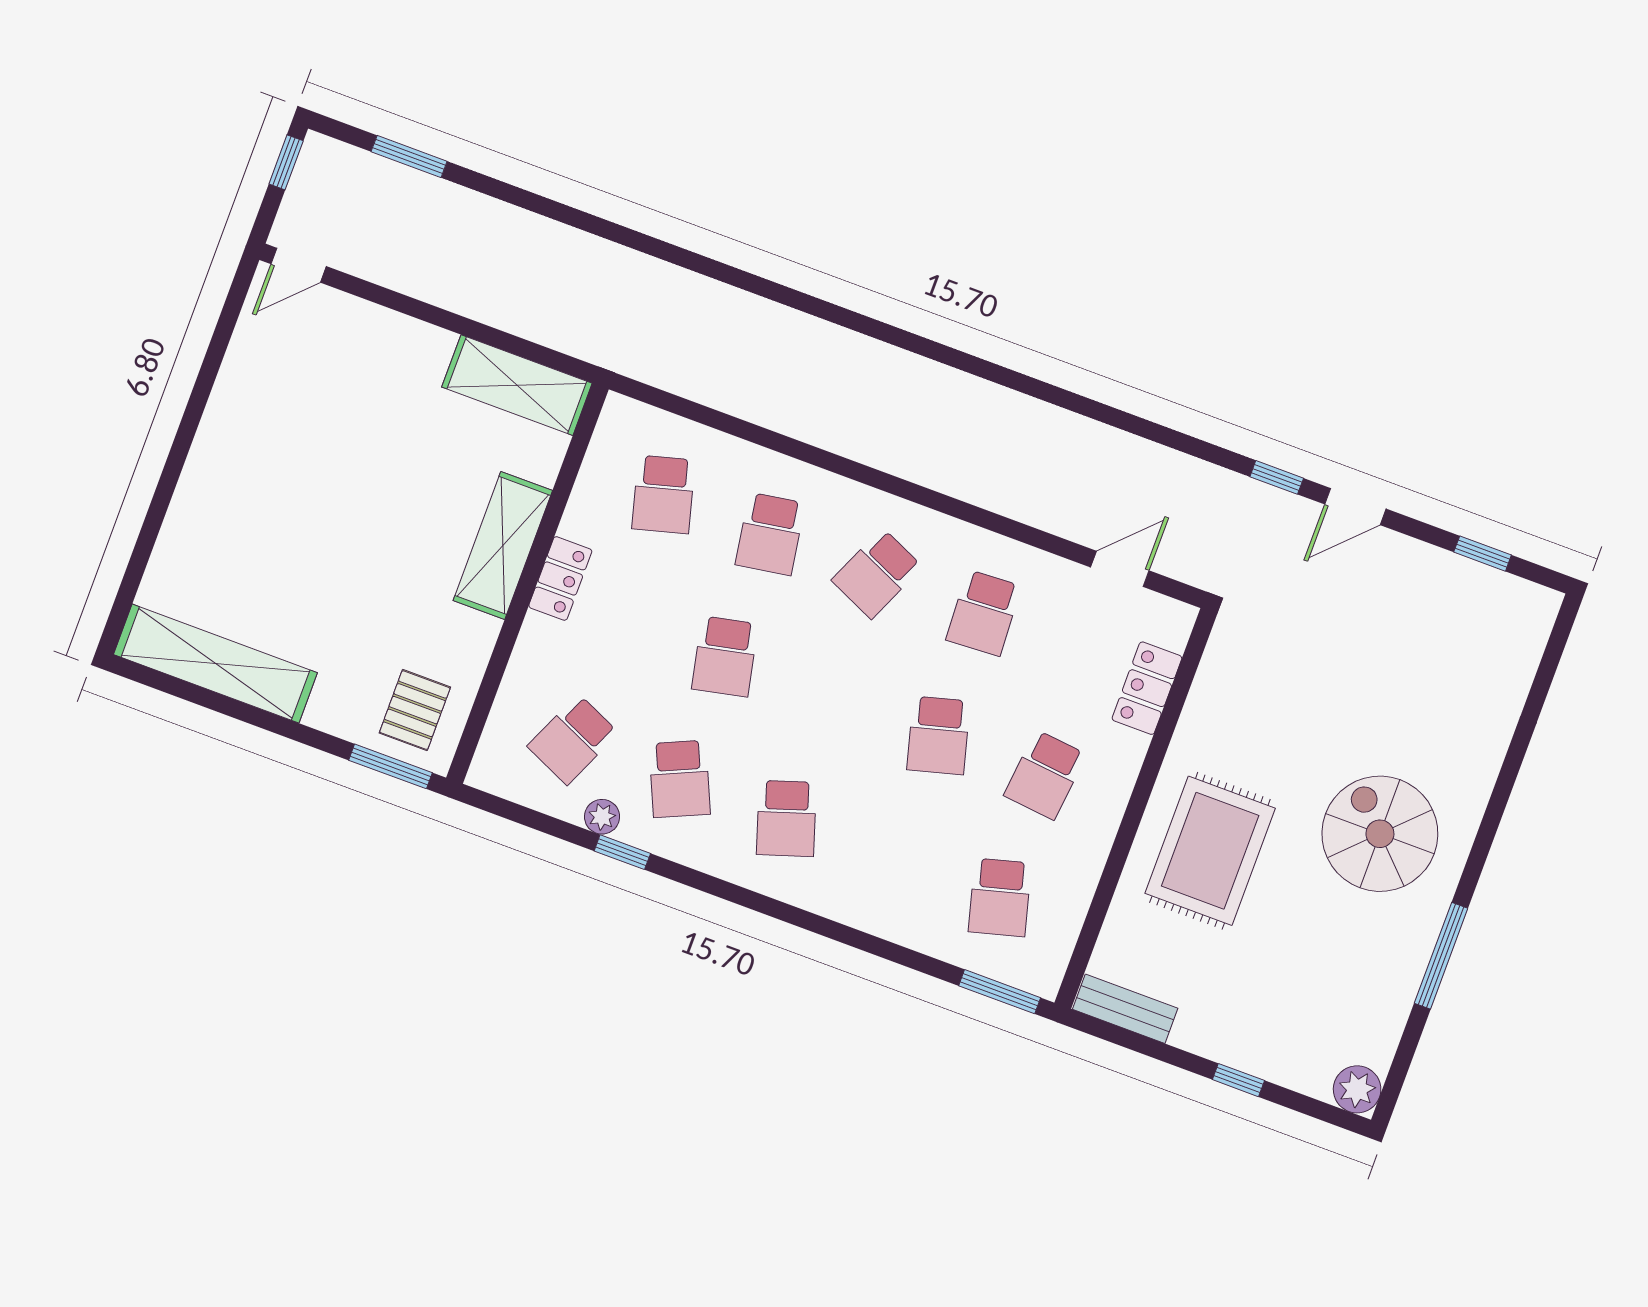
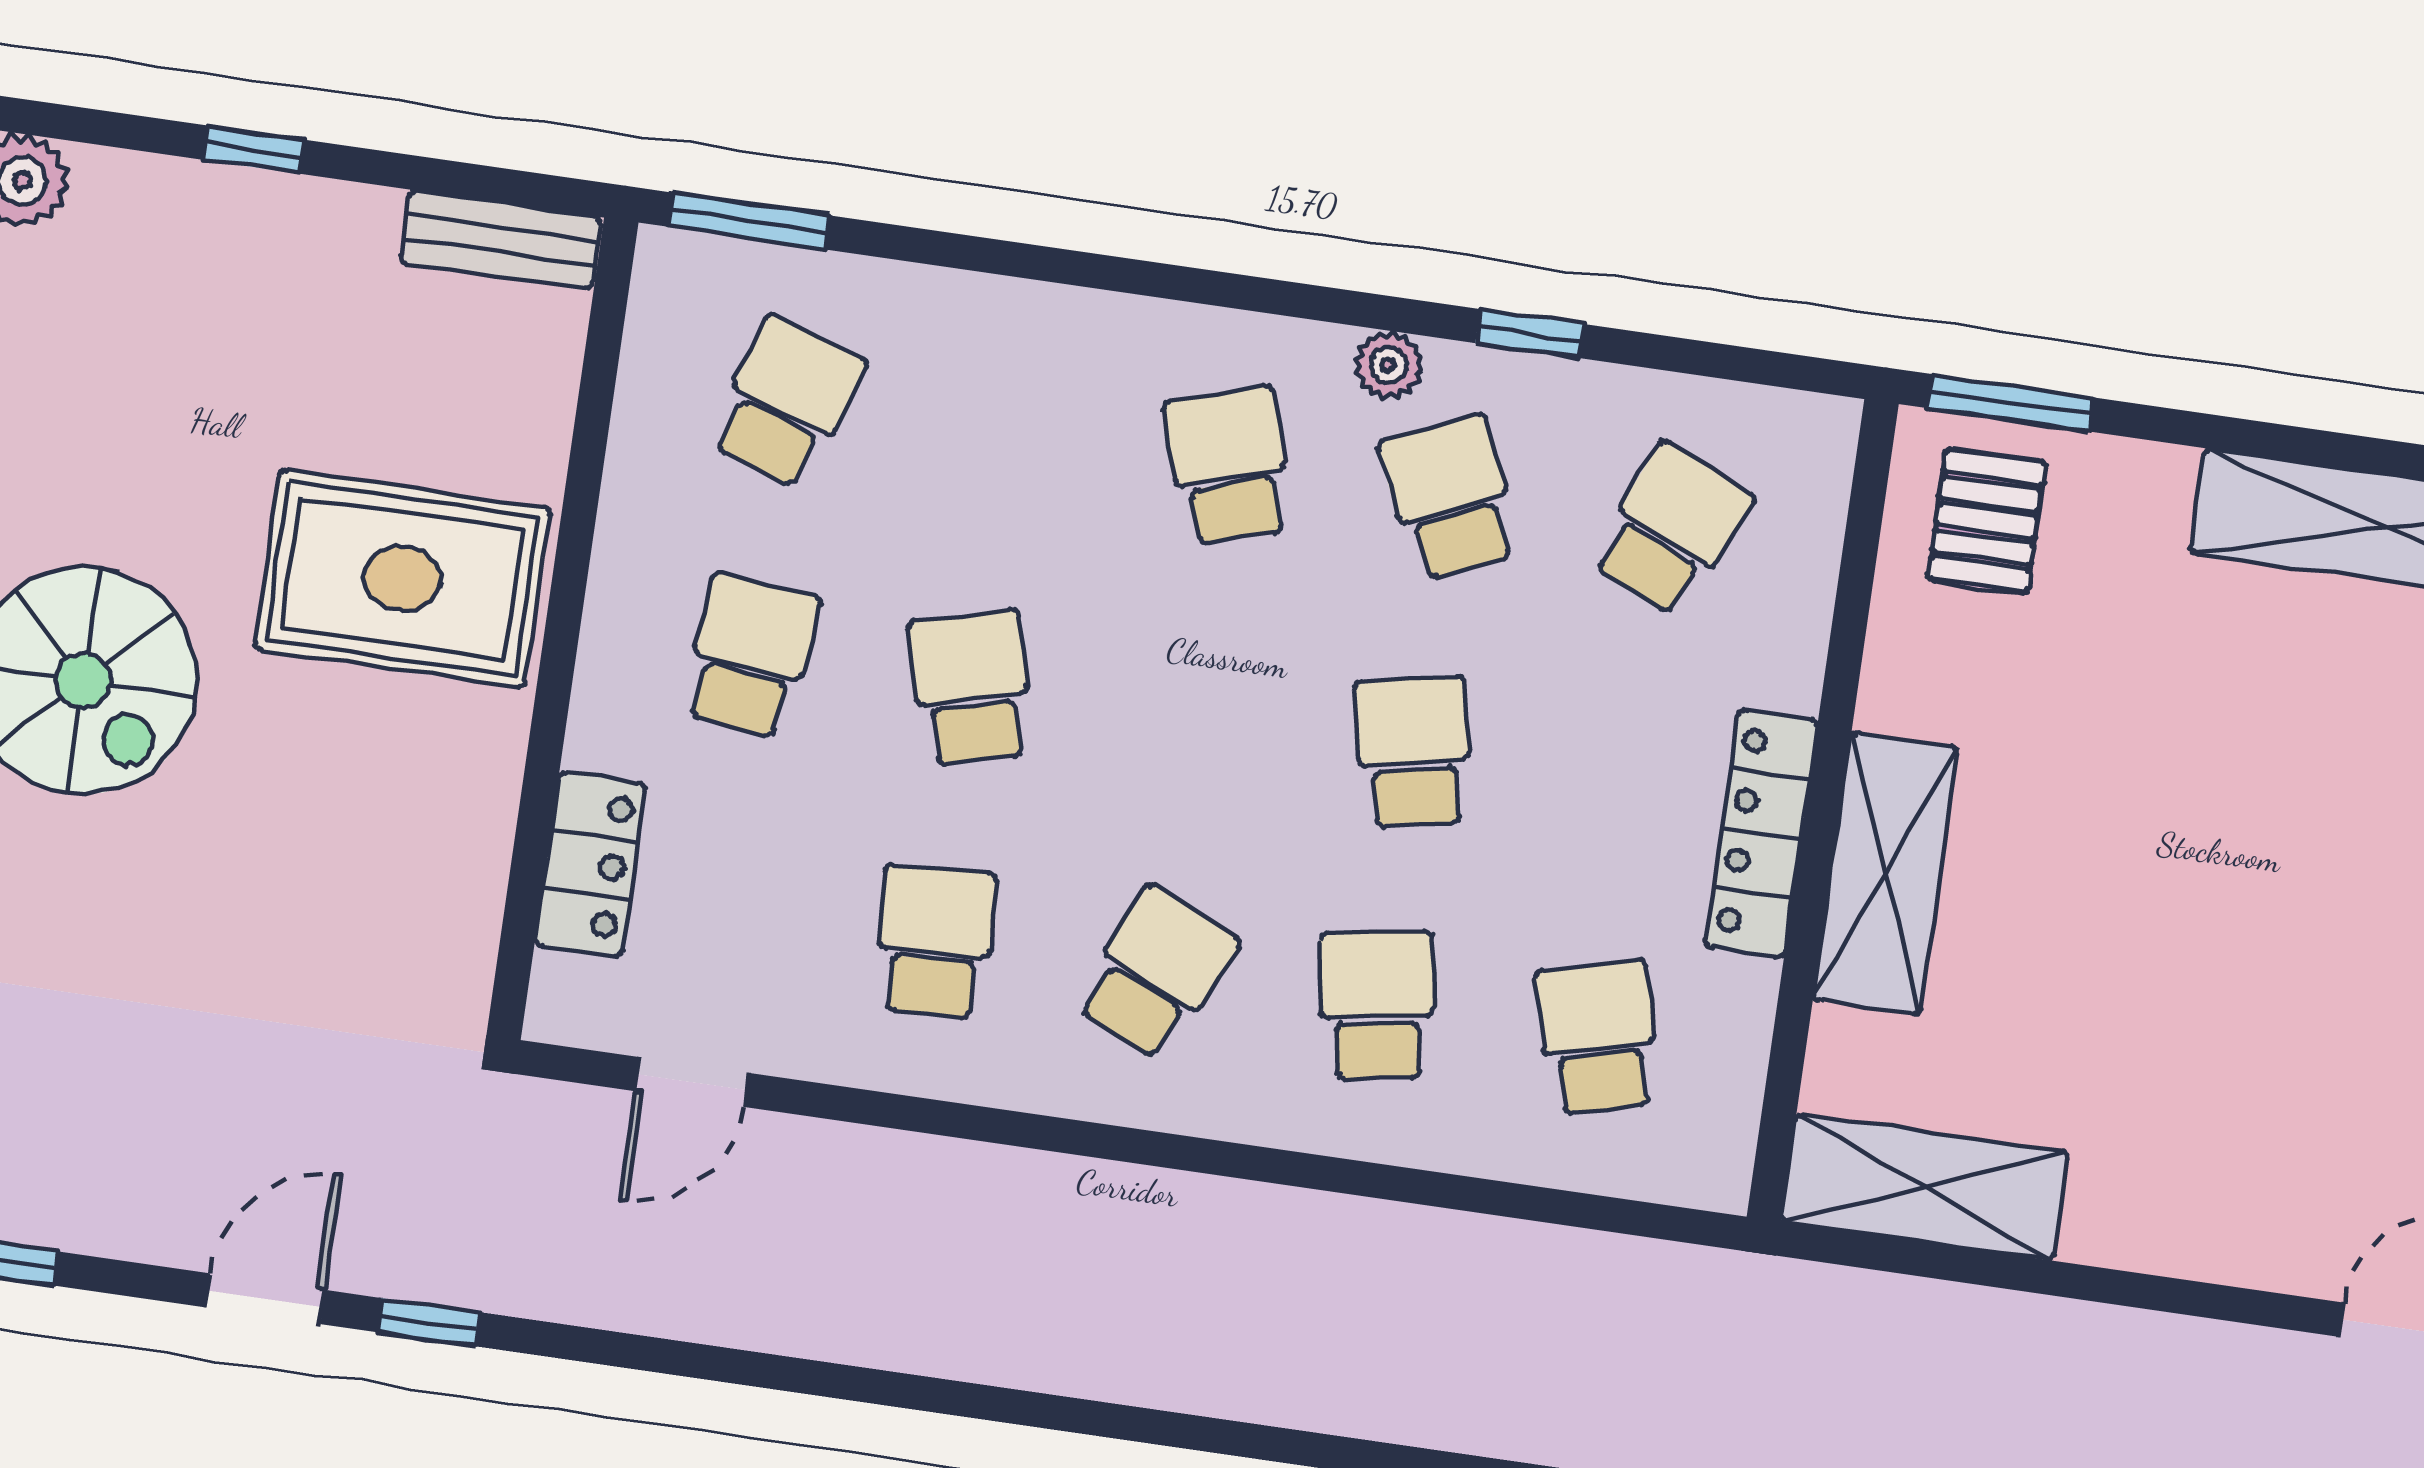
locker: (560, 578) -> (1762, 833), width x1.53
plant: (602, 817) -> (1389, 365), moved
rug: (1210, 851) -> (403, 578), turned 90
school desk: (1000, 897) -> (787, 402), turned 33

